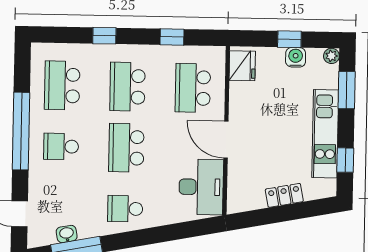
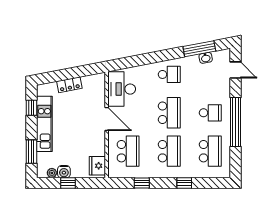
plant: (331, 56) -> (52, 173), moved

